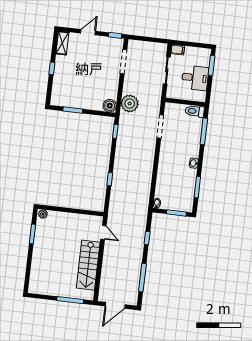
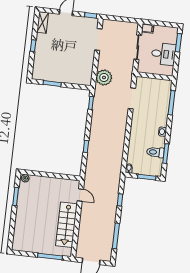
boiler: (110, 106) -> (86, 80), removed
toilet: (195, 111) -> (155, 152), moved

